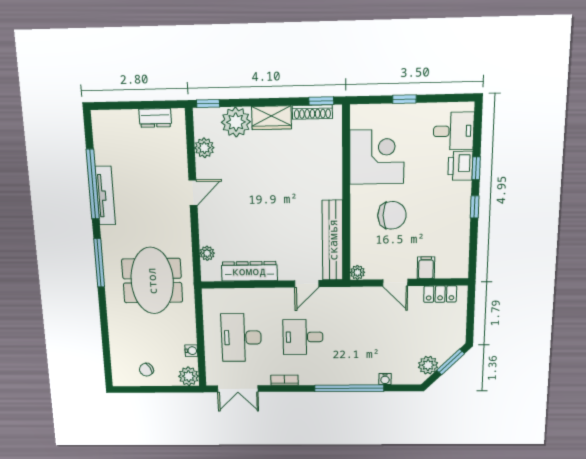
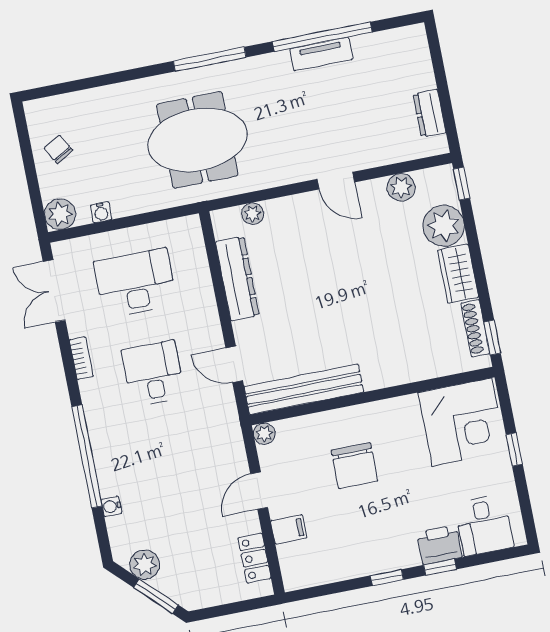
corner desk: (377, 157) -> (462, 422), moved
tv unit: (105, 196) -> (321, 54), width x0.71

